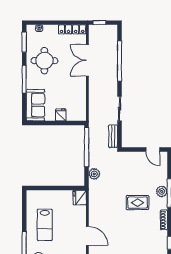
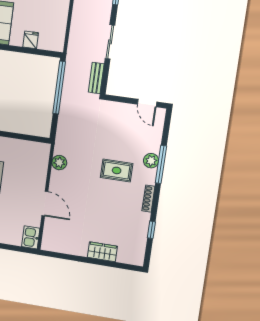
plant: (94, 174) -> (59, 163), moved
fridge: (80, 198) -> (41, 152), removed

